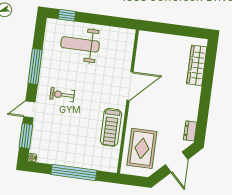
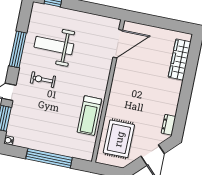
weight bench: (80, 44) -> (54, 46), moved
door: (130, 86) -> (118, 44), moved

